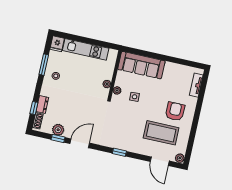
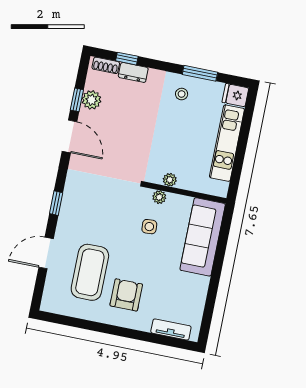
armchair: (175, 111) -> (126, 295), turned -90
plant: (180, 158) -> (48, 304), removed
door: (160, 161) -> (46, 253), moved

